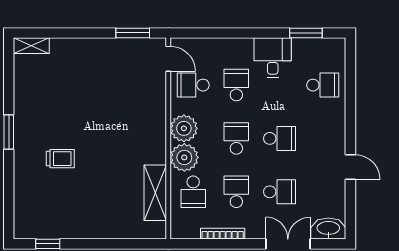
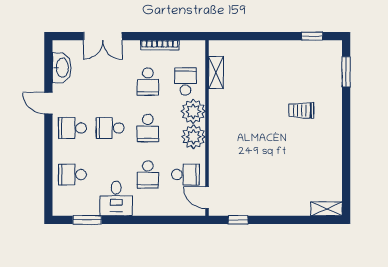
window: (133, 33) -> (238, 220), width x0.67
window: (9, 132) -> (346, 72), moved
school desk: (280, 192) -> (72, 128), moved
shelving: (155, 193) -> (216, 73), width x0.67, depth x0.75
washbasin: (328, 229) -> (62, 68), moved, turned -90

